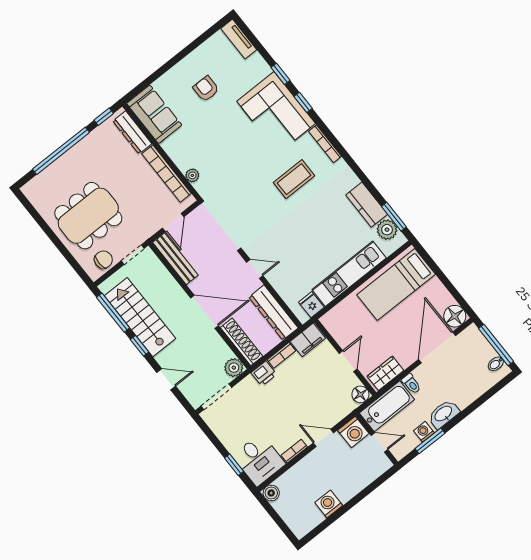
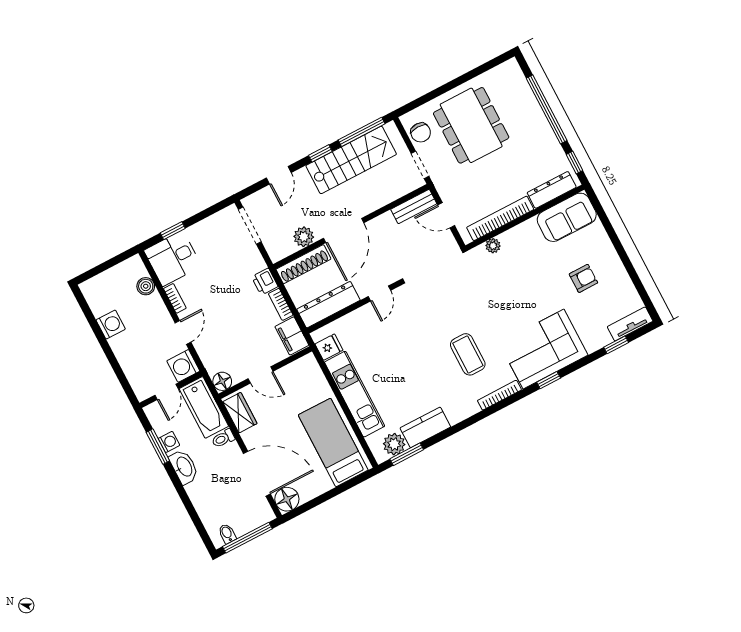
window: (280, 74) -> (616, 345), moved
bench: (175, 259) -> (414, 207), width x0.73
plant: (234, 368) -> (304, 237), moved
boiler: (271, 493) -> (146, 286), moved

